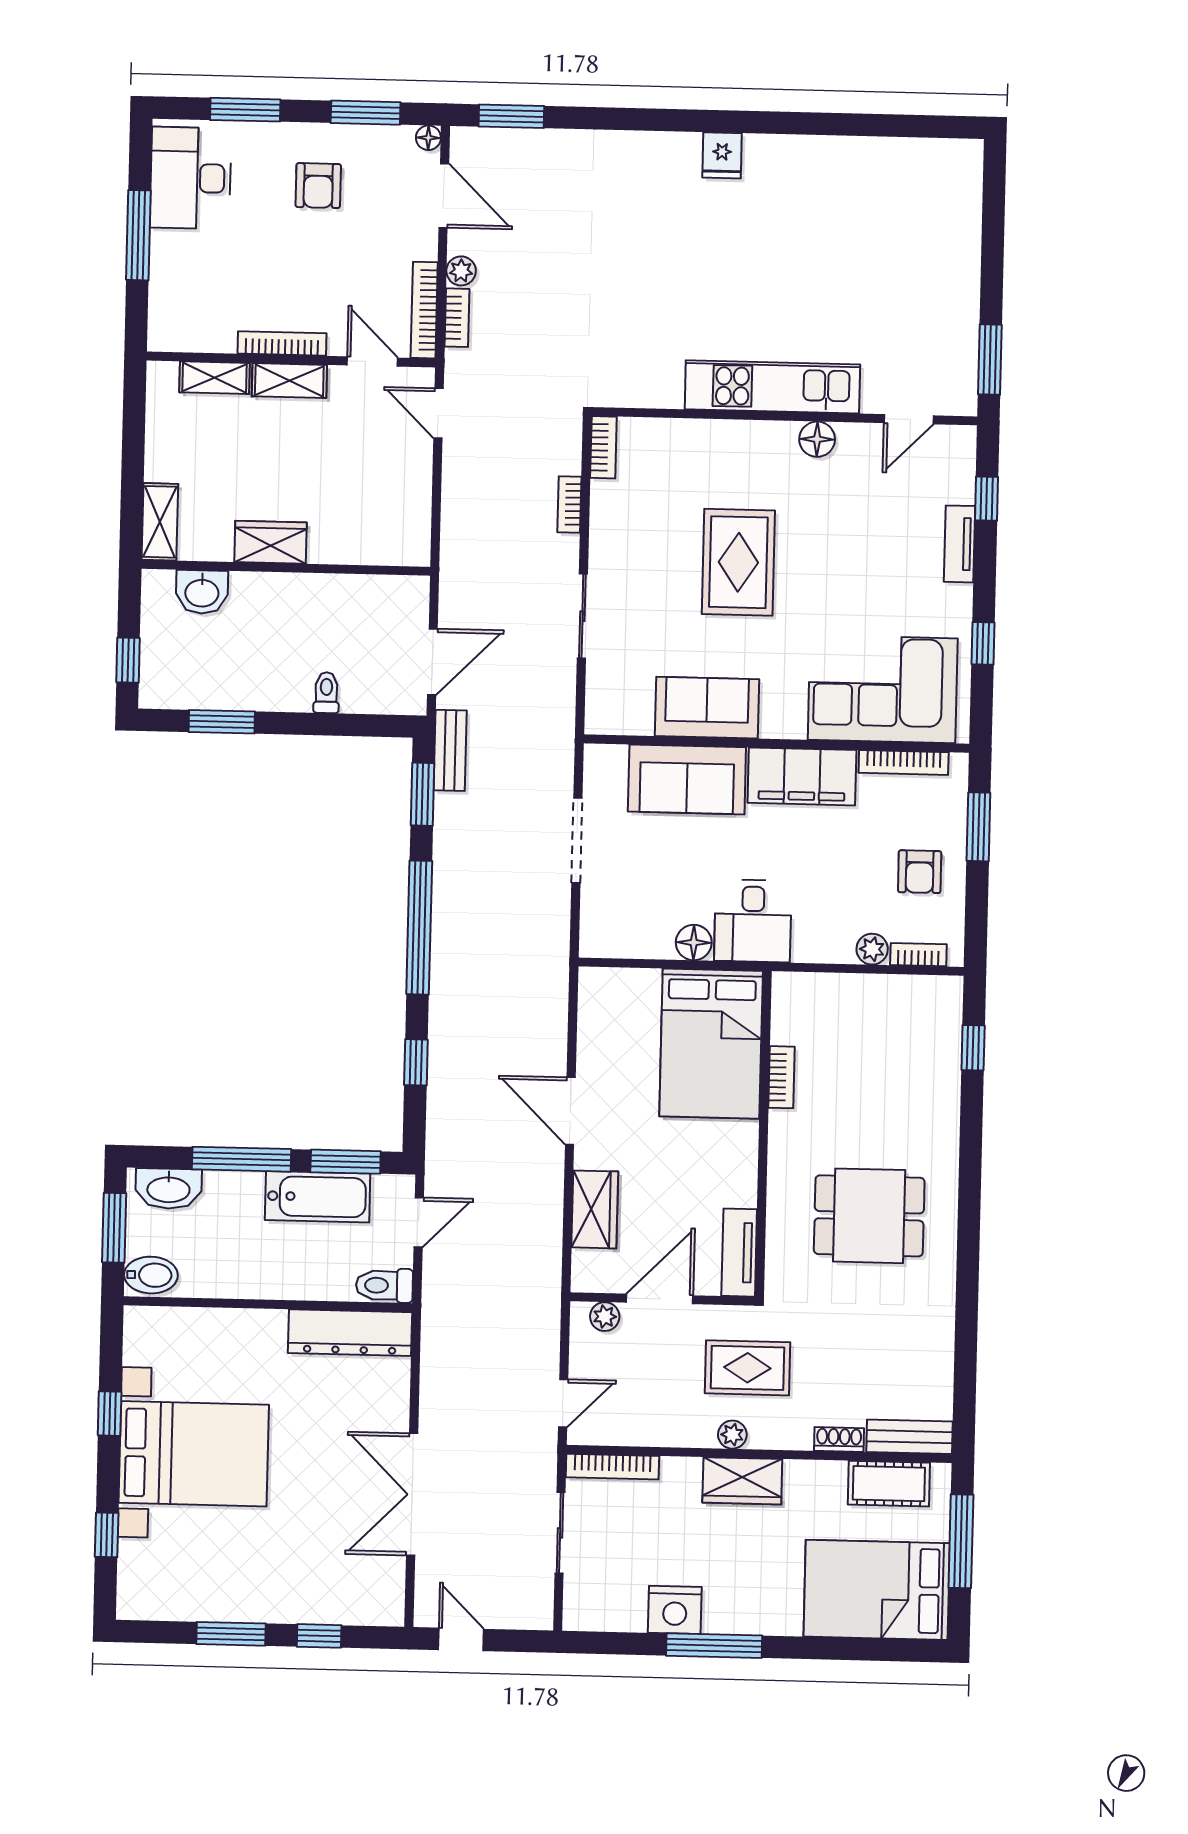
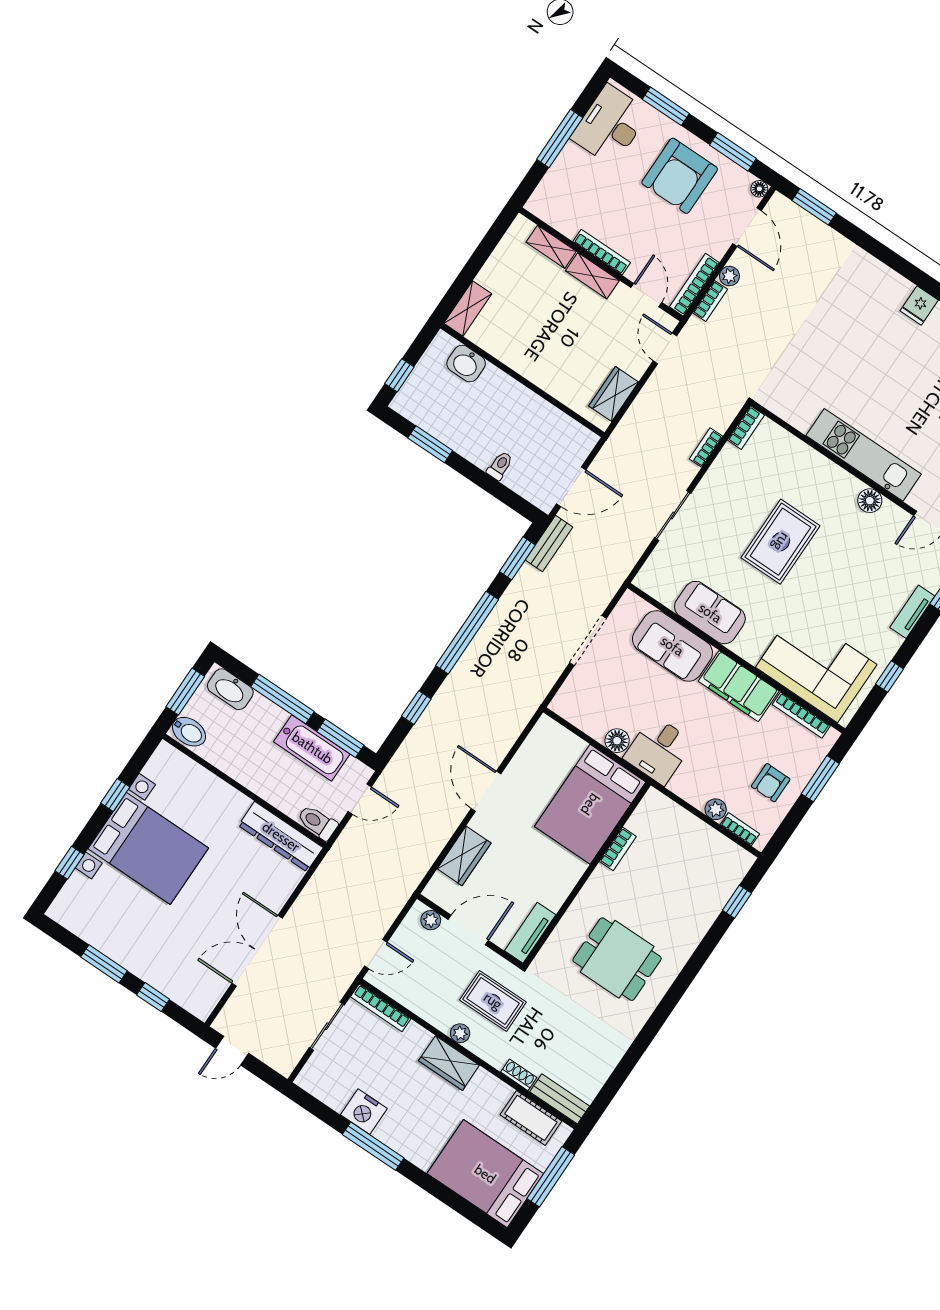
armchair: (318, 186) -> (680, 176), width x1.88, depth x1.88
wardrobe: (271, 542) -> (614, 394), moved, turned -90
door: (461, 1639) -> (232, 1051), swing flipped

